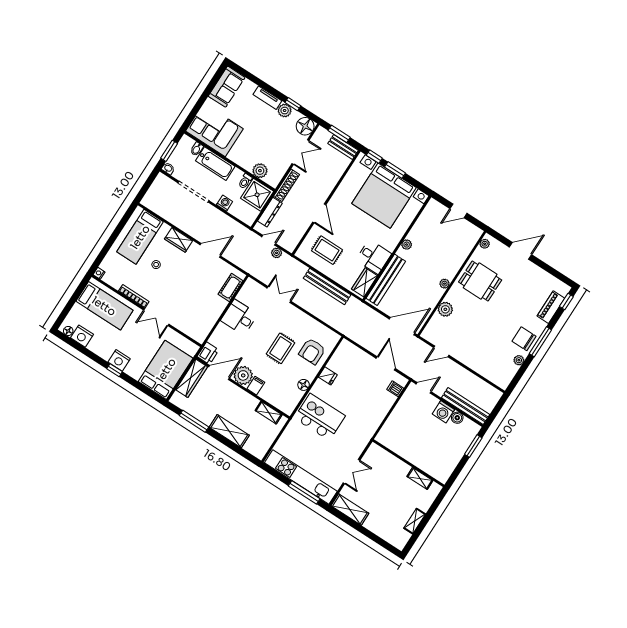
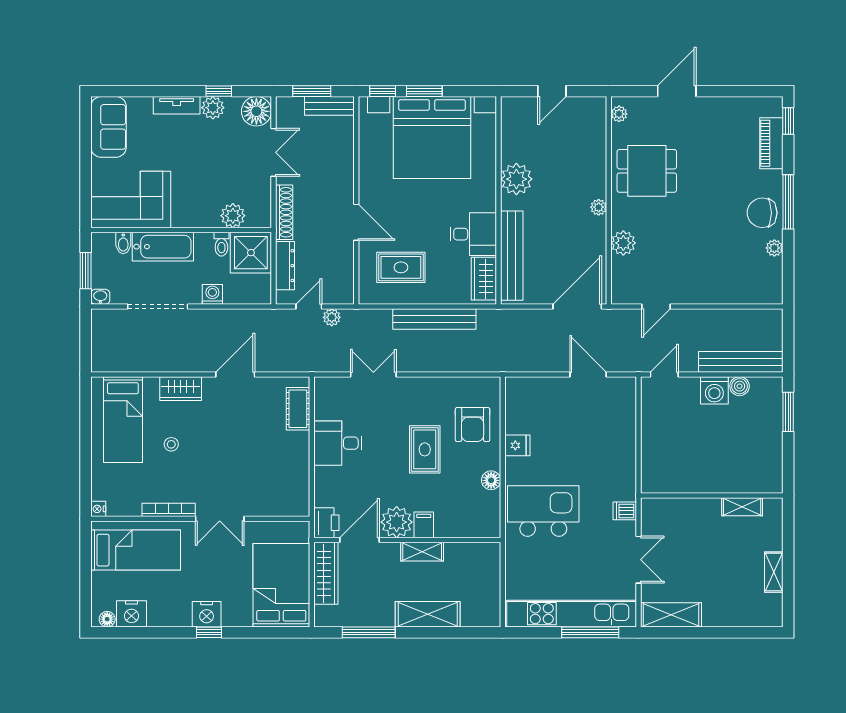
plant: (407, 245) -> (516, 179), width x1.87, depth x1.87
dishwasher: (395, 389) -> (625, 511), moved
shelving: (269, 413) -> (422, 552), moved

